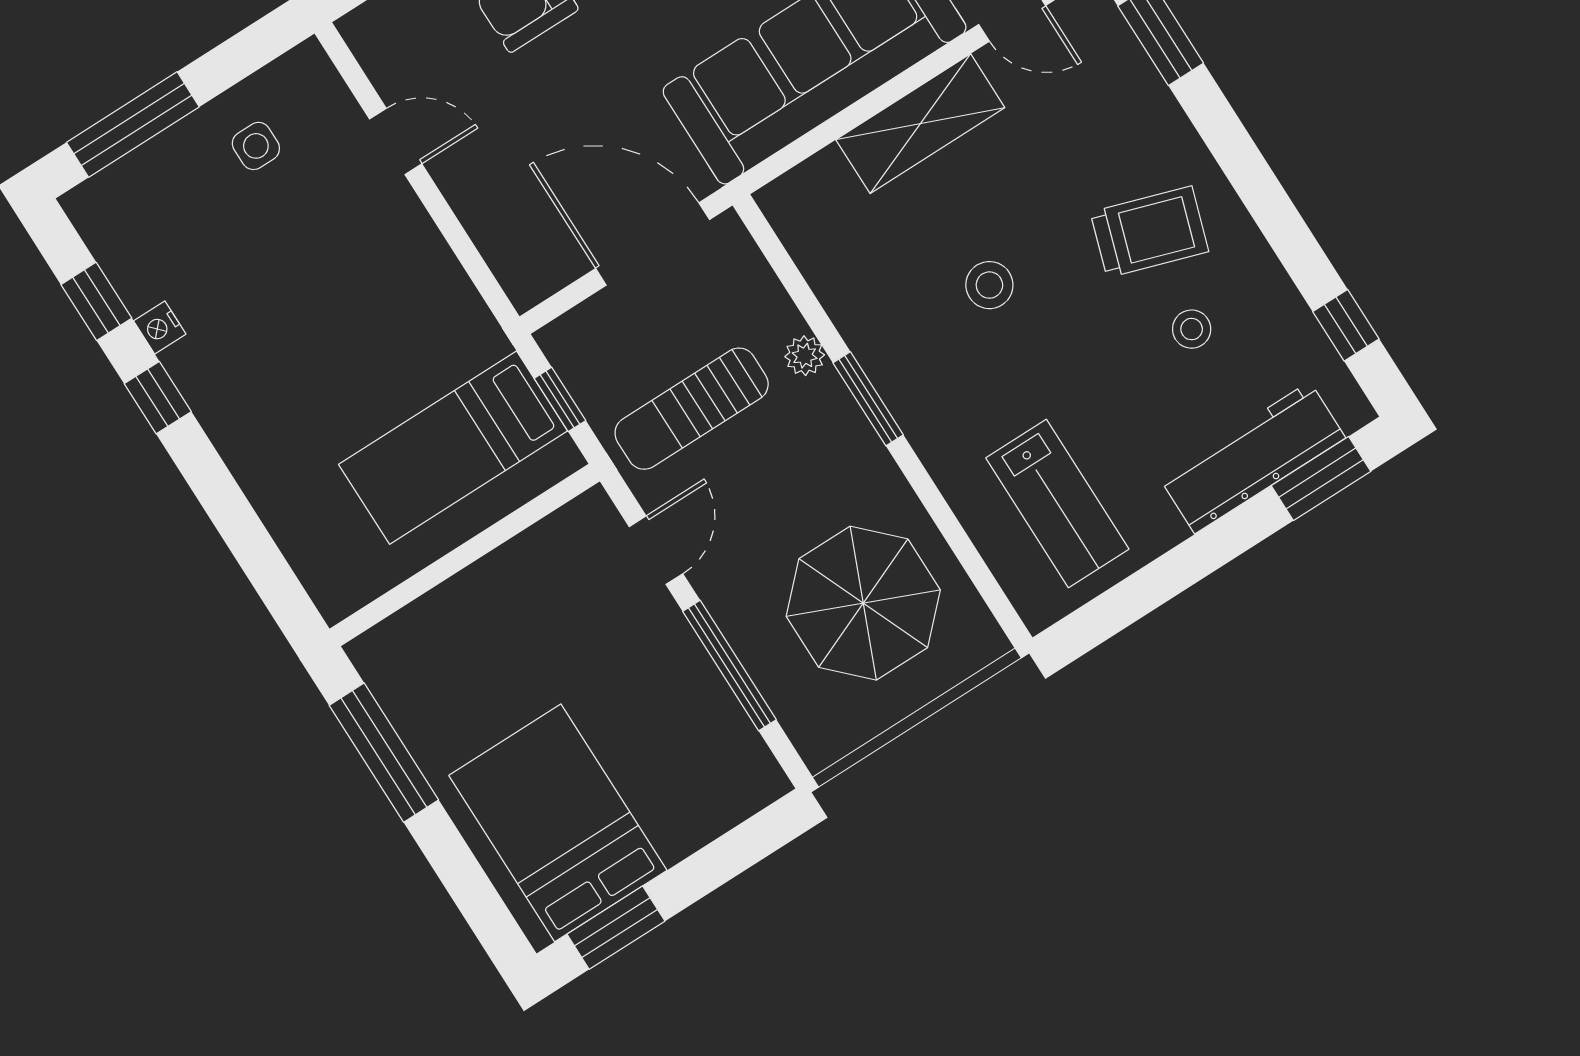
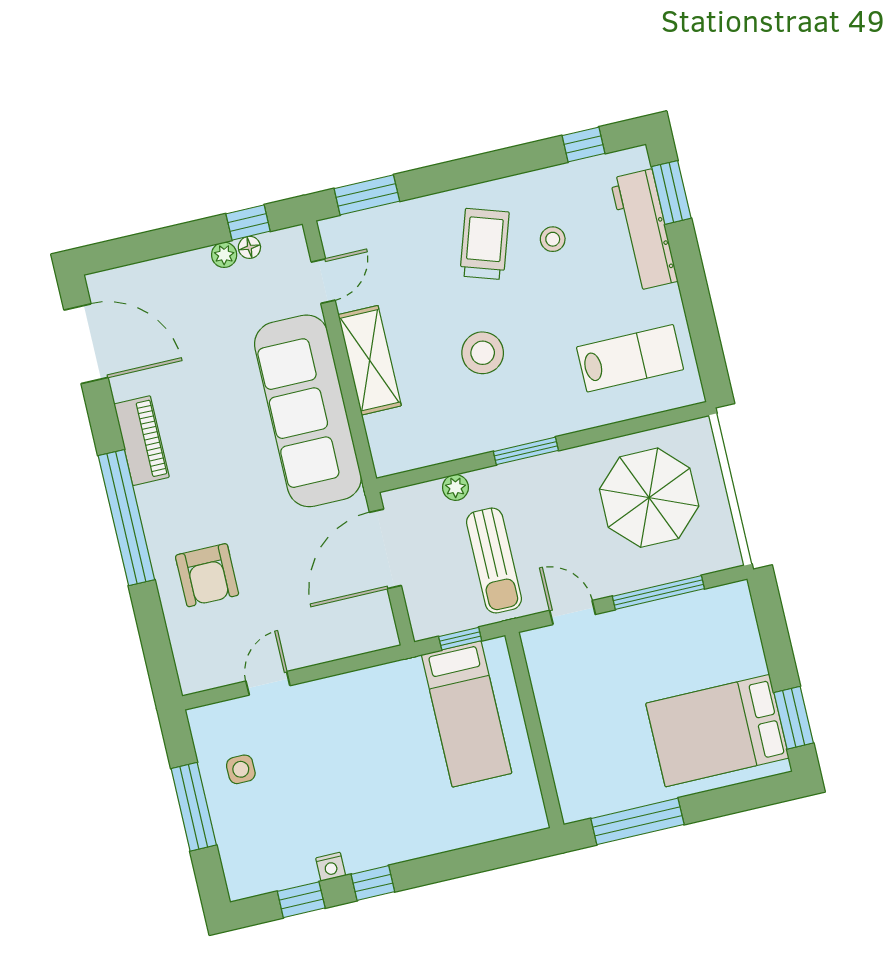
window: (133, 125) -> (194, 807), moved
stool: (989, 285) -> (483, 353), width x1.38, depth x1.38
plant: (805, 356) -> (455, 487), moved

